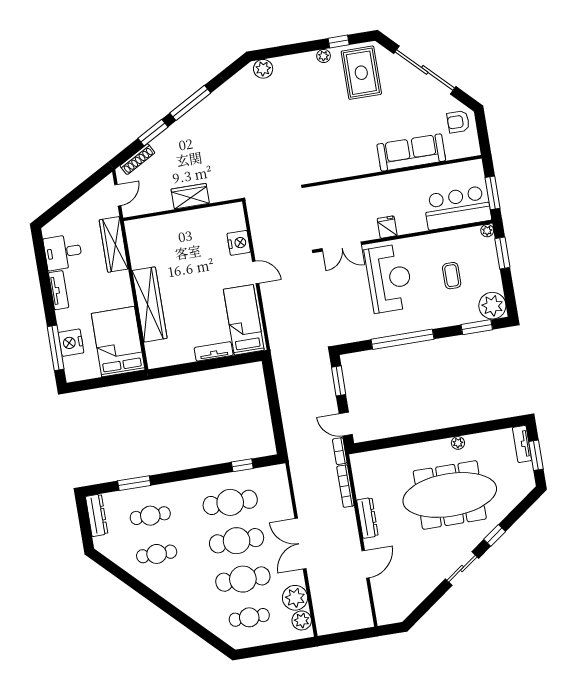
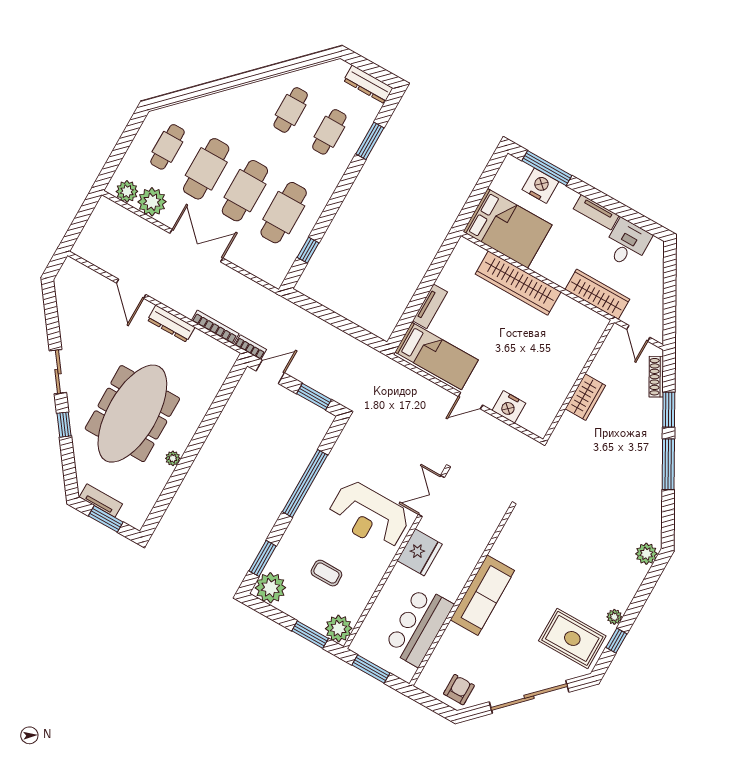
sofa: (411, 152) -> (482, 595), moved
bar counter: (457, 208) -> (419, 626), moved, turned 180
fridge: (387, 227) -> (420, 552), width x1.88, depth x1.34
plant: (487, 231) -> (339, 628), width x1.88, depth x1.88
tv unit: (522, 444) -> (101, 500), moved

